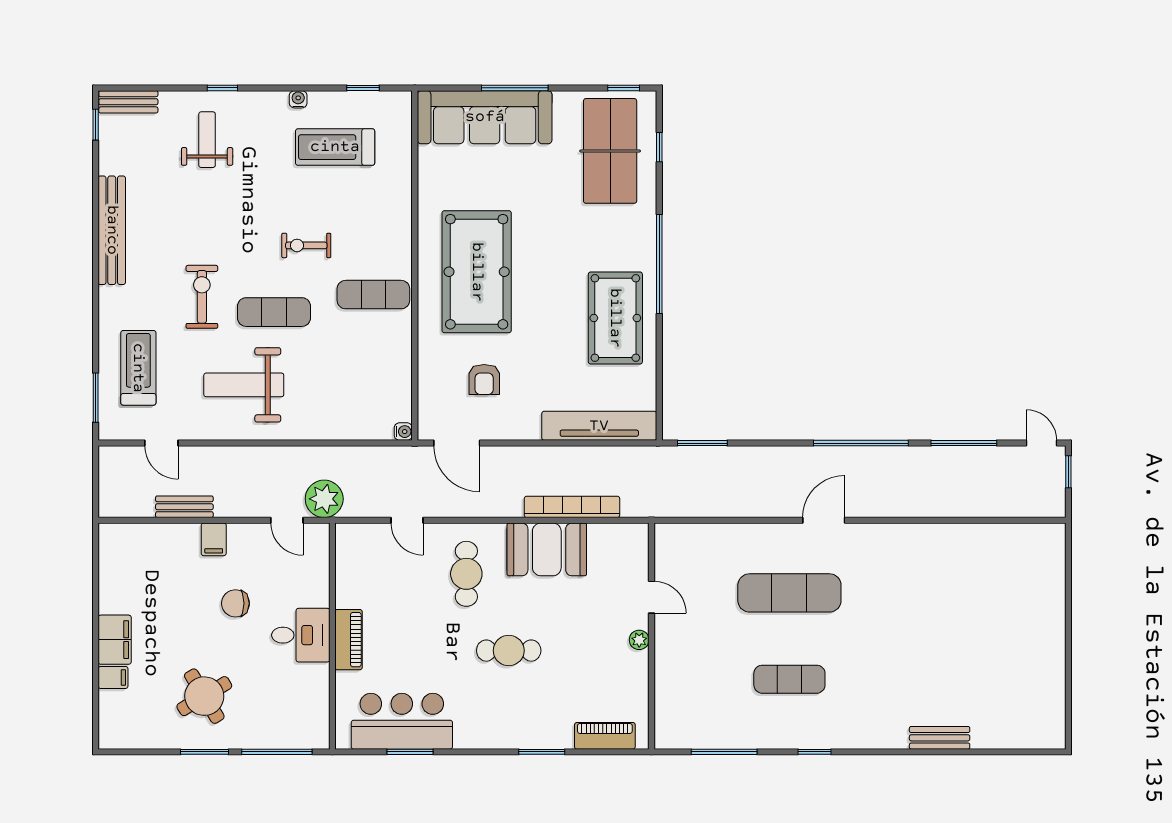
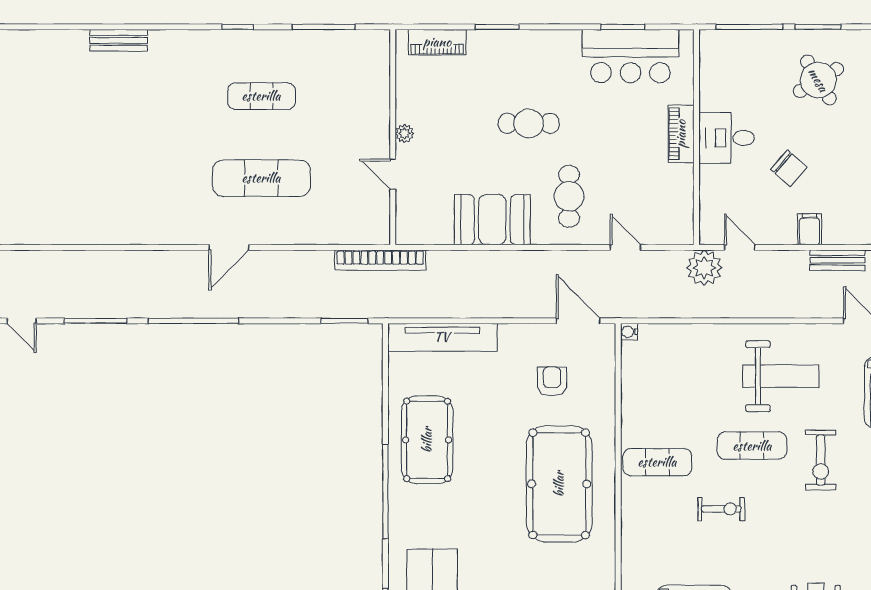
bookcase: (572, 507) -> (380, 260), moved
chair: (235, 603) -> (789, 168), turned 41

